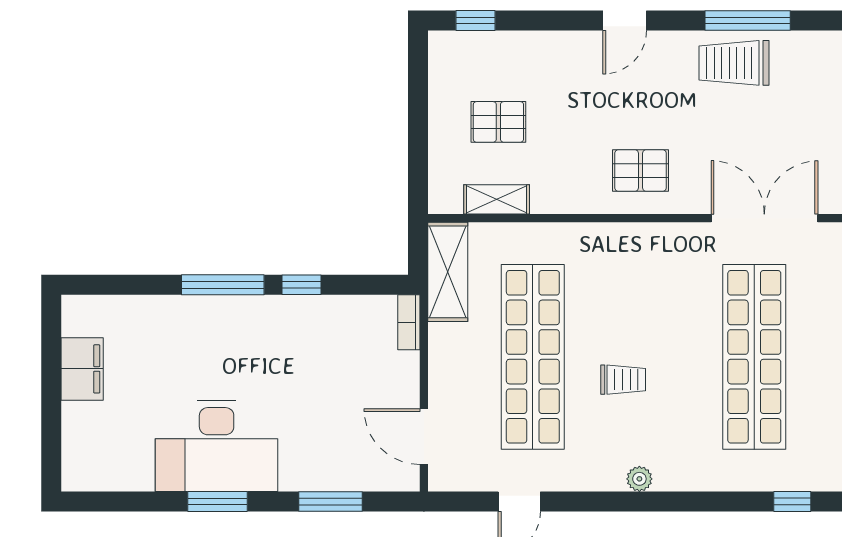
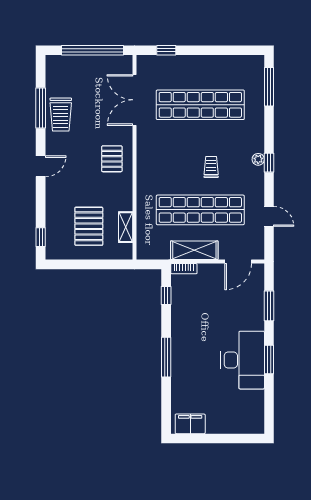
door: (625, 21) -> (41, 166), hinge flipped
pallet: (498, 122) -> (89, 226), width x1.50, depth x1.42
shelving: (448, 272) -> (194, 250), moved
window: (301, 285) -> (166, 295), moved
filing cabinet: (82, 369) -> (190, 424), moved
window: (632, 501) -> (269, 163), added
window: (792, 501) -> (269, 87), width x2.17

